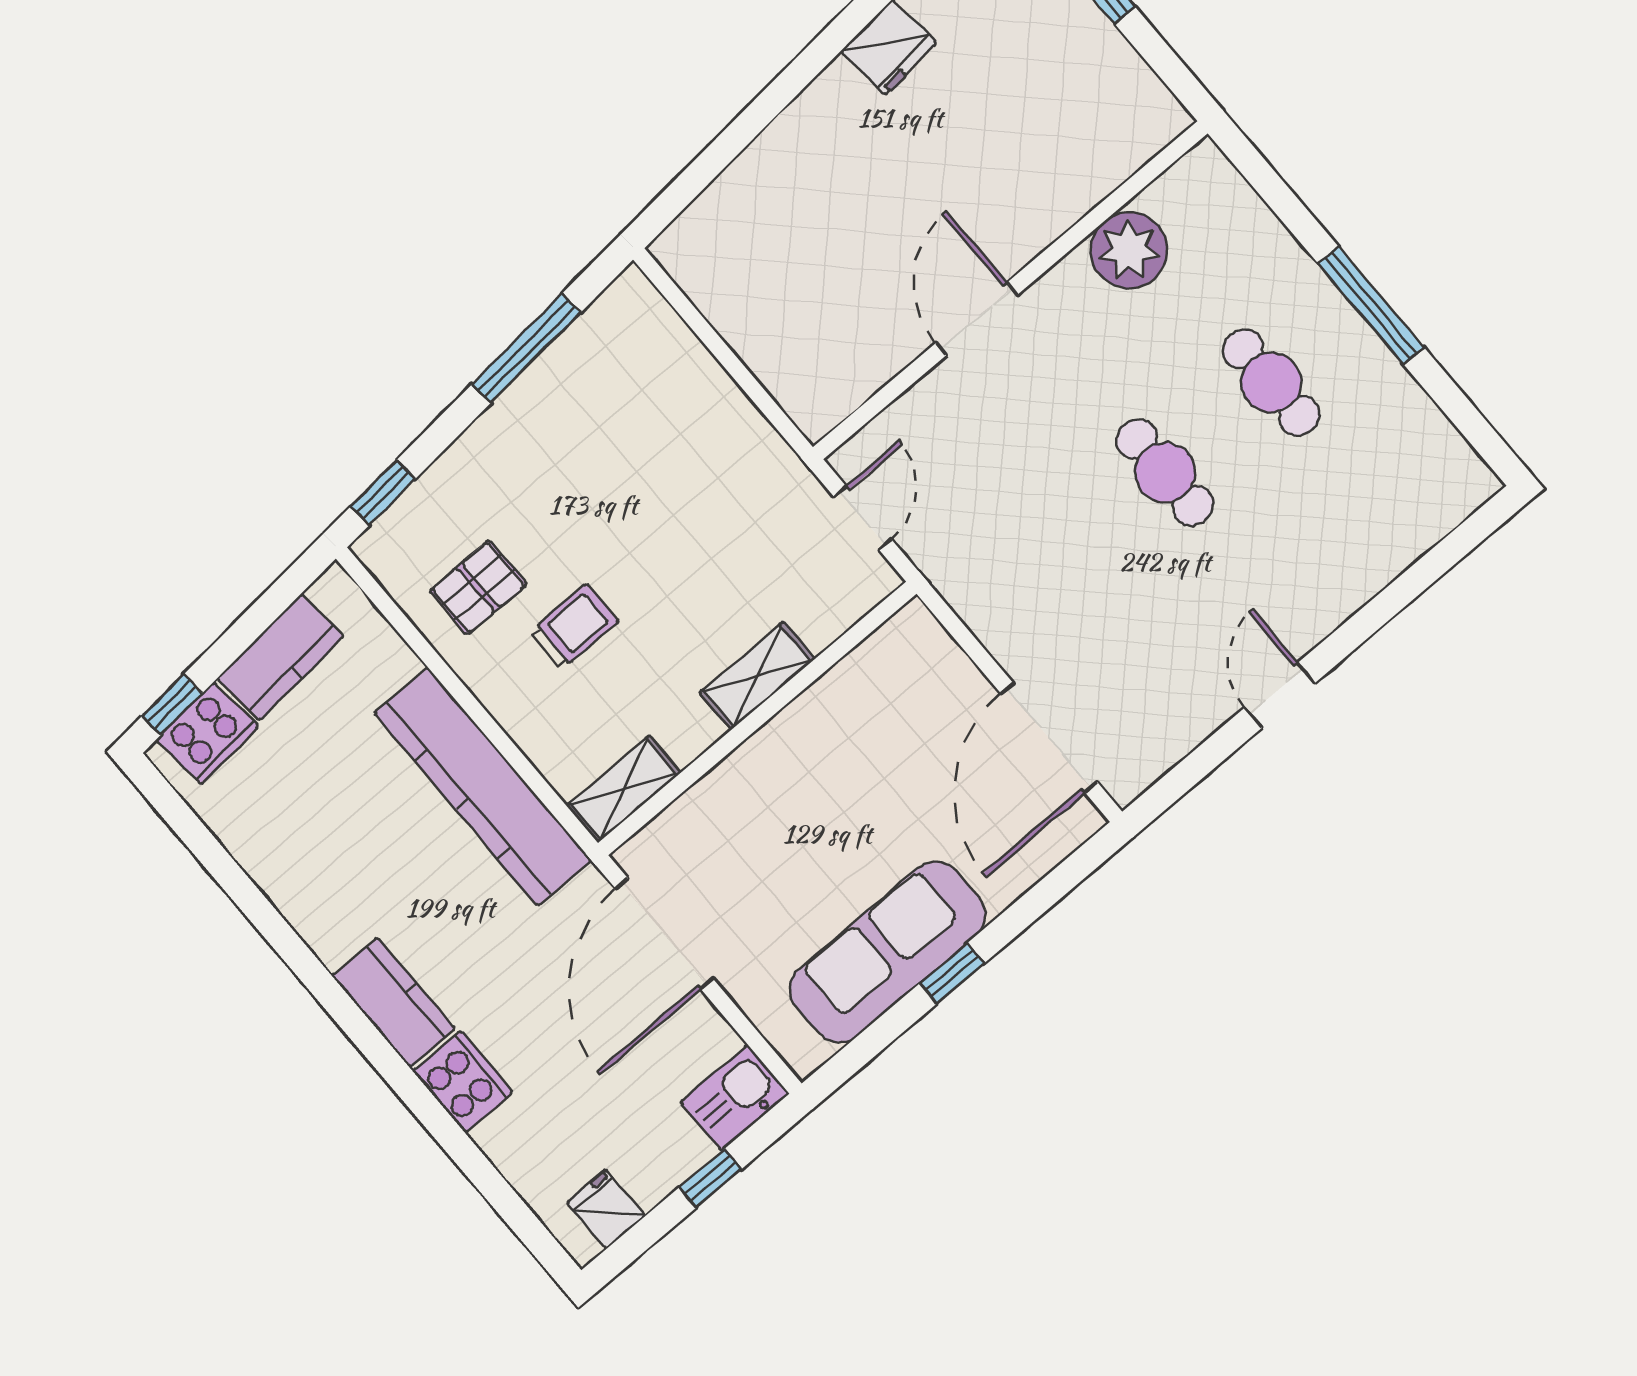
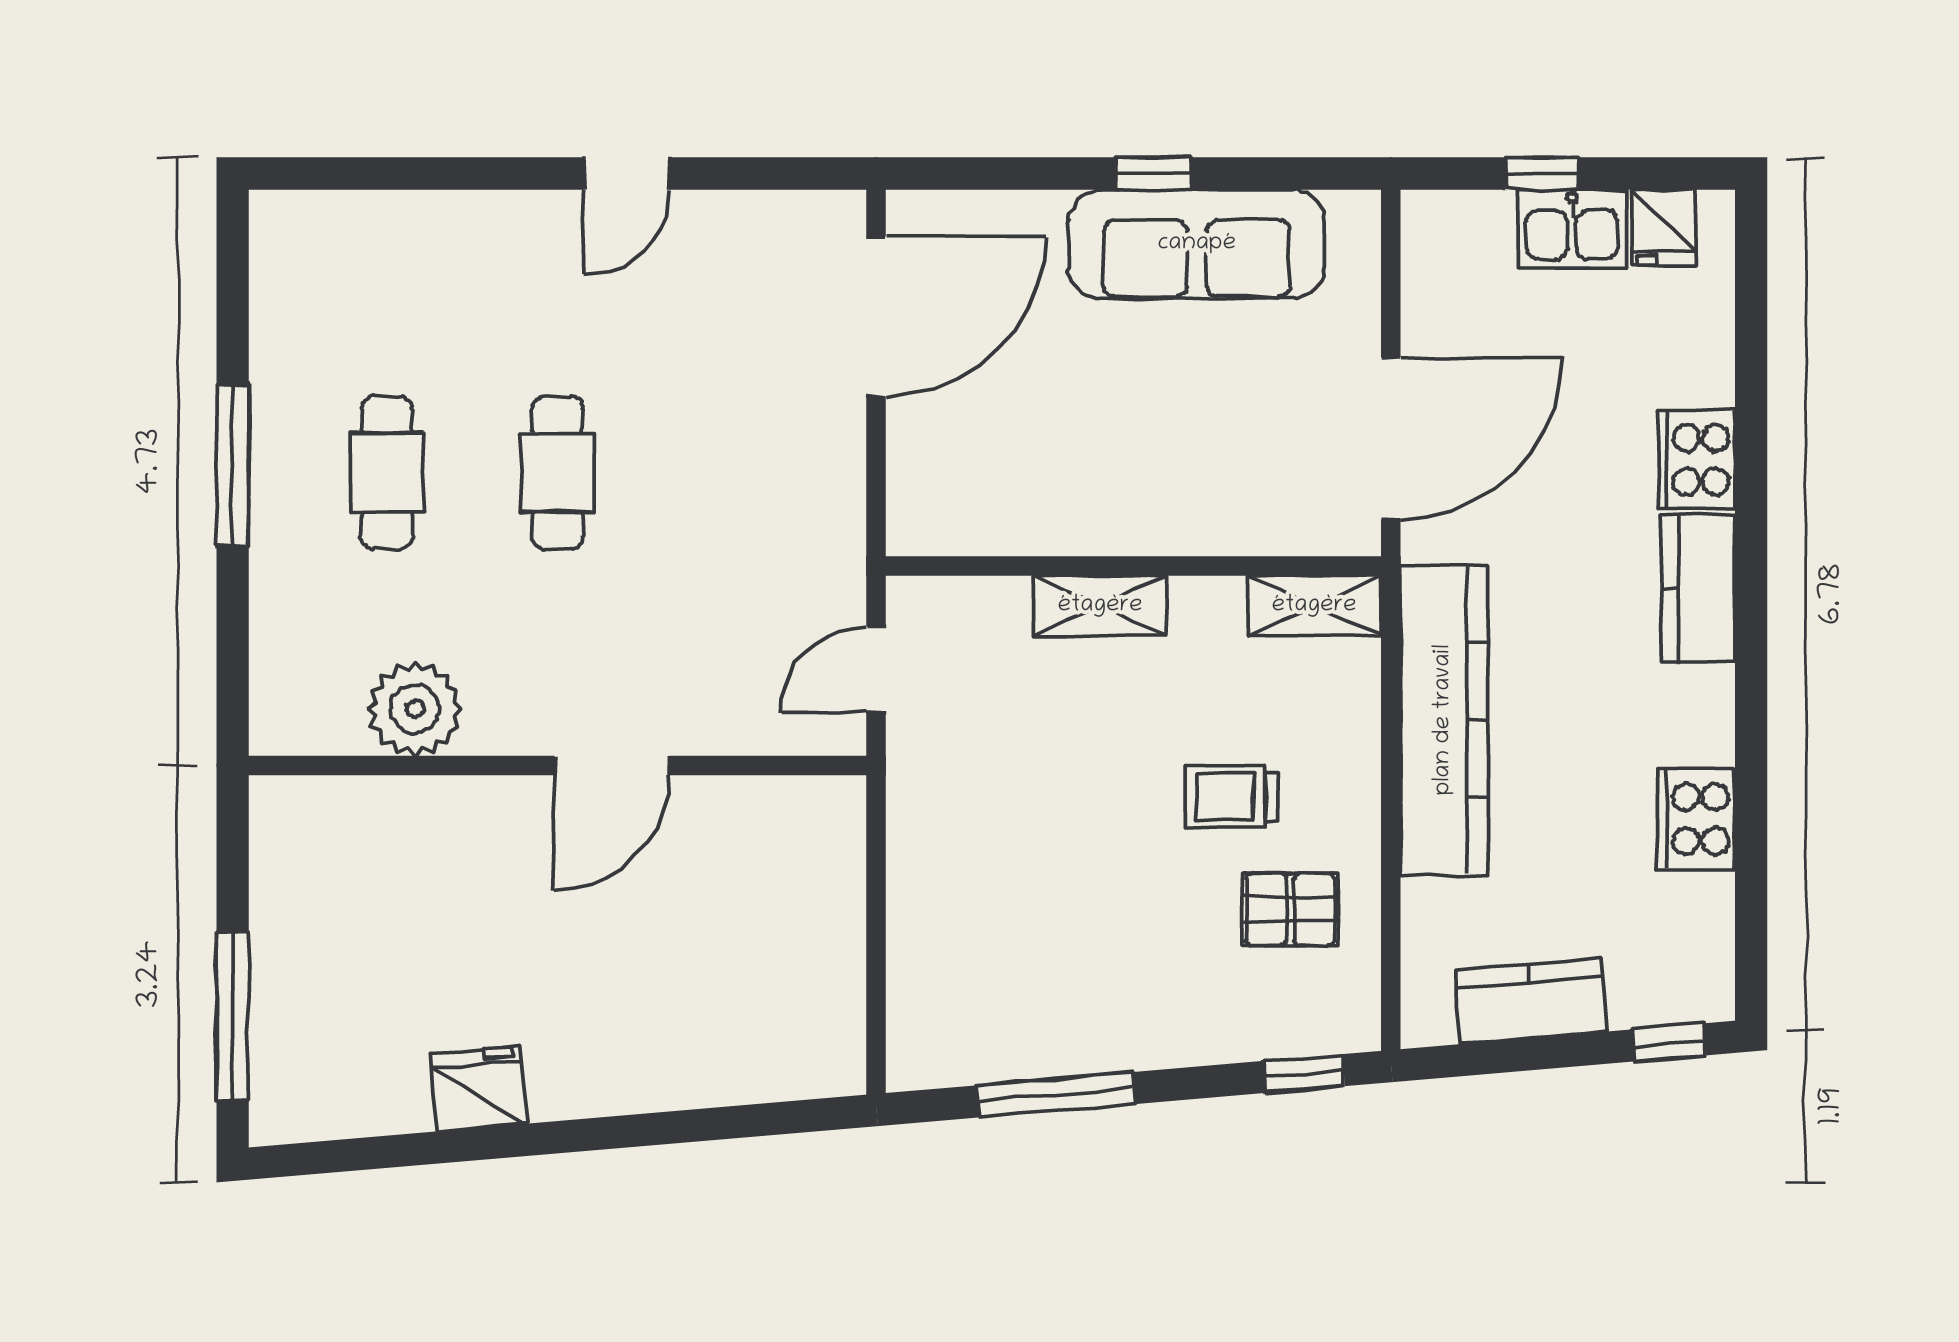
cooker: (207, 733) -> (1696, 819), moved, turned -85
kitchen sink: (735, 1098) -> (1572, 229), moved

